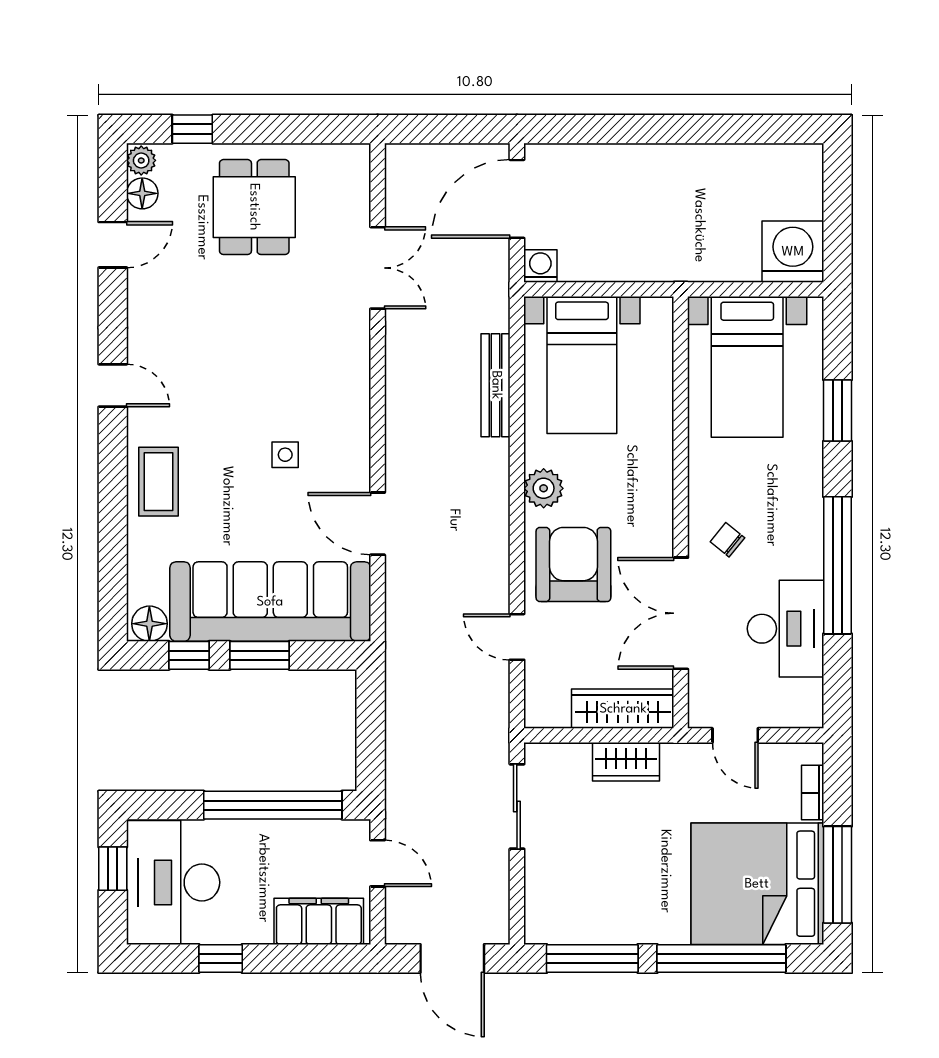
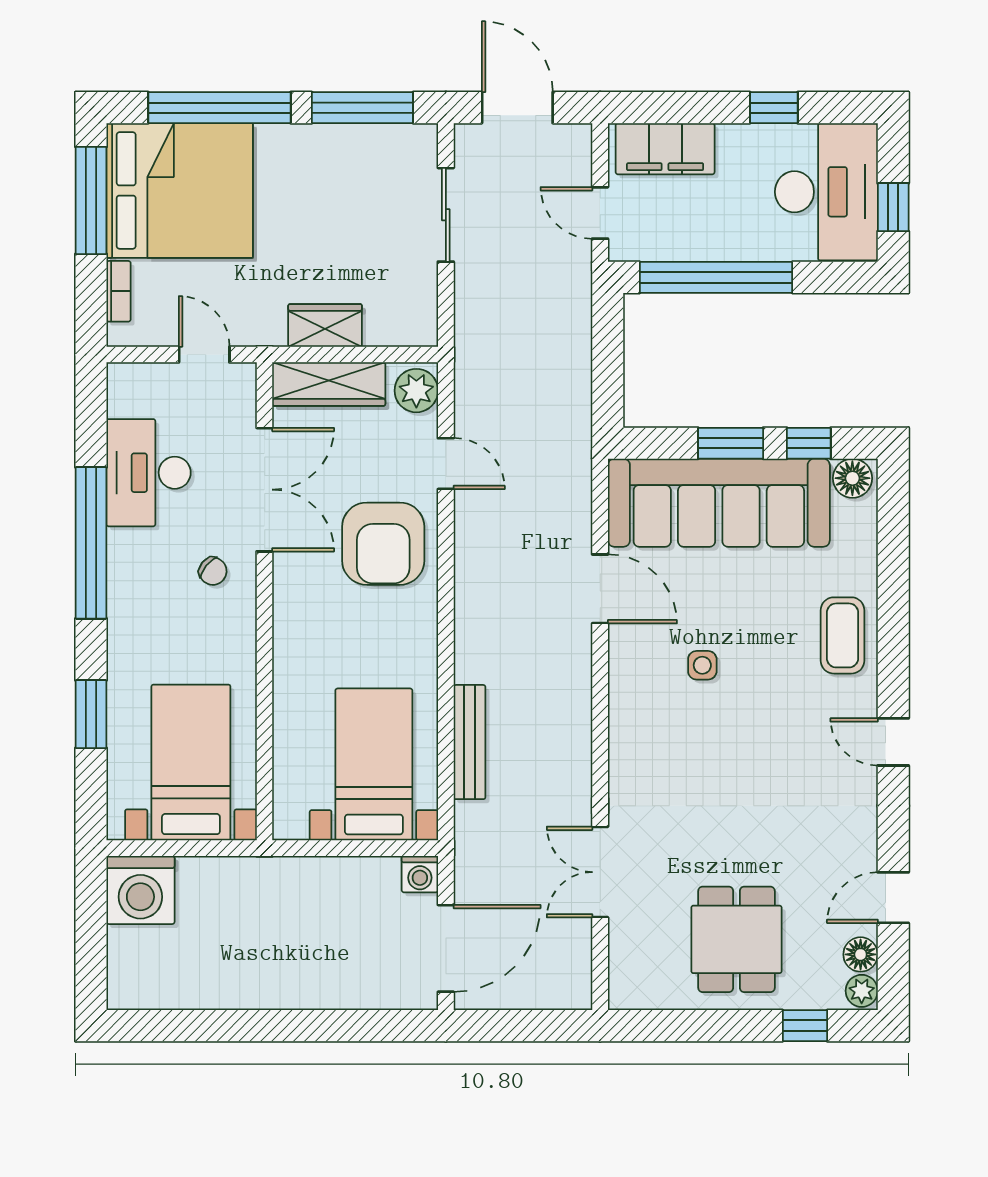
plant: (544, 488) -> (416, 391), moved
sliding door: (517, 807) -> (446, 215), moved

